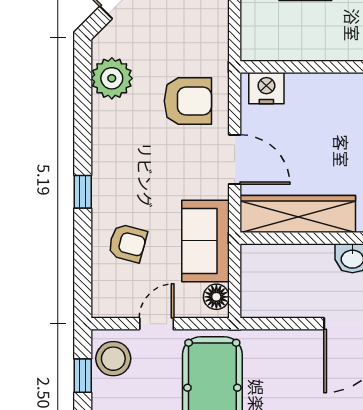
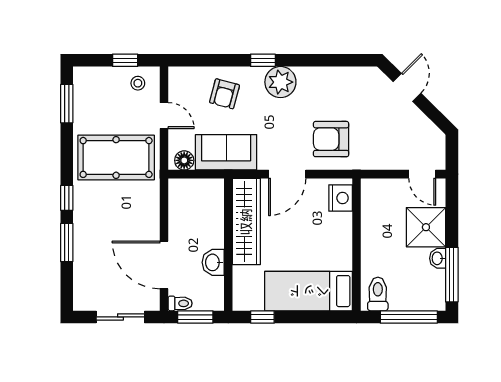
plant: (112, 78) -> (280, 82), moved
armchair: (188, 101) -> (331, 139), turned 90
stool: (113, 359) -> (138, 83), width x0.53, depth x0.53

